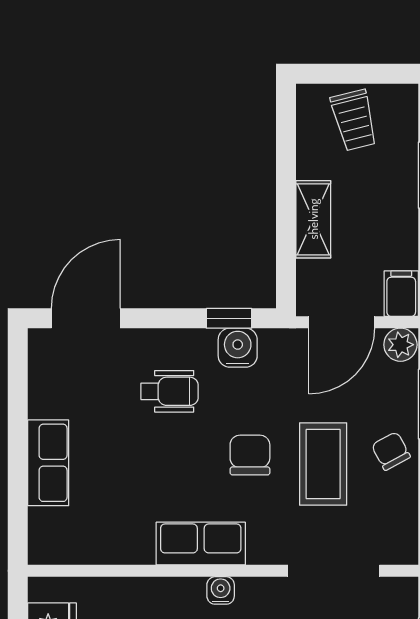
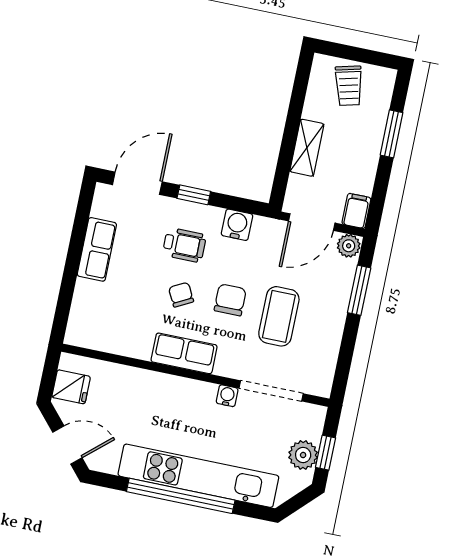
window: (229, 318) -> (194, 195), moved
chair: (391, 451) -> (181, 295), moved
row of seats: (48, 463) -> (97, 249), moved
water cooler: (221, 590) -> (227, 396), moved

